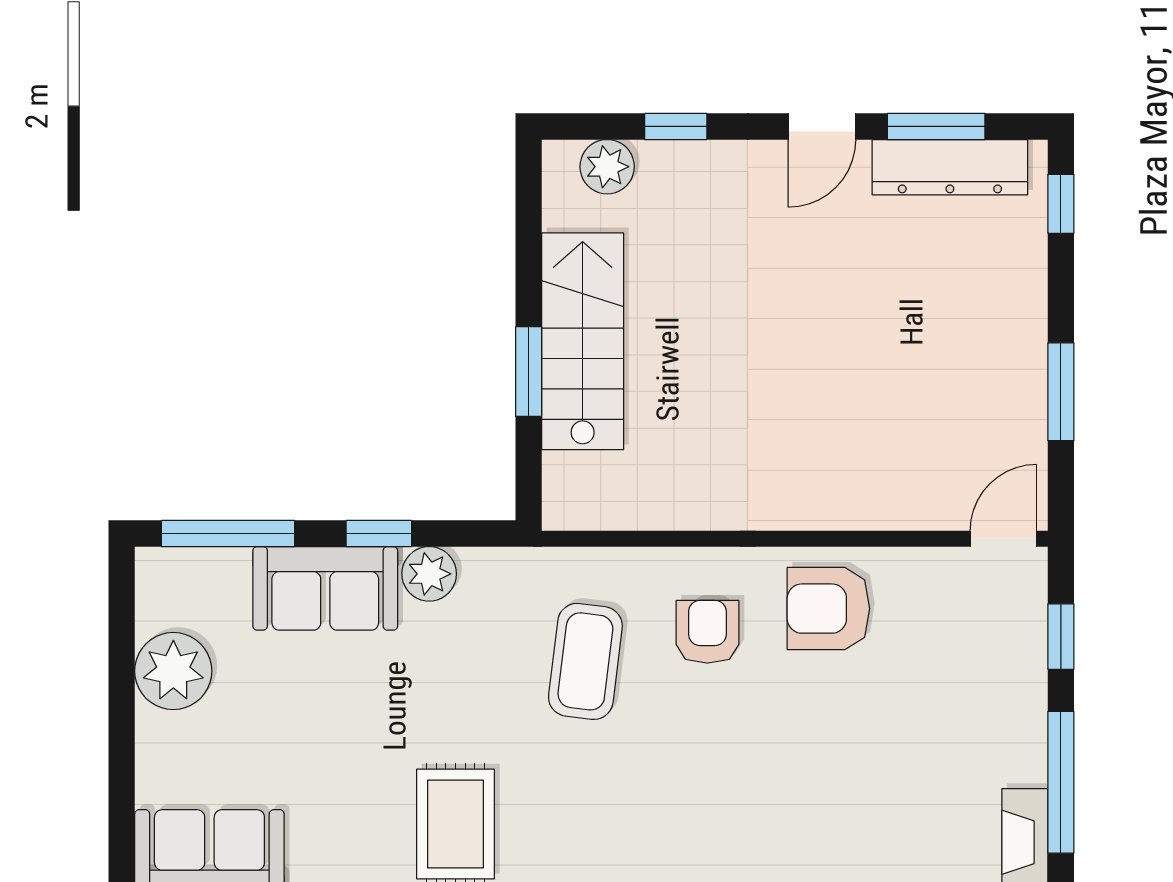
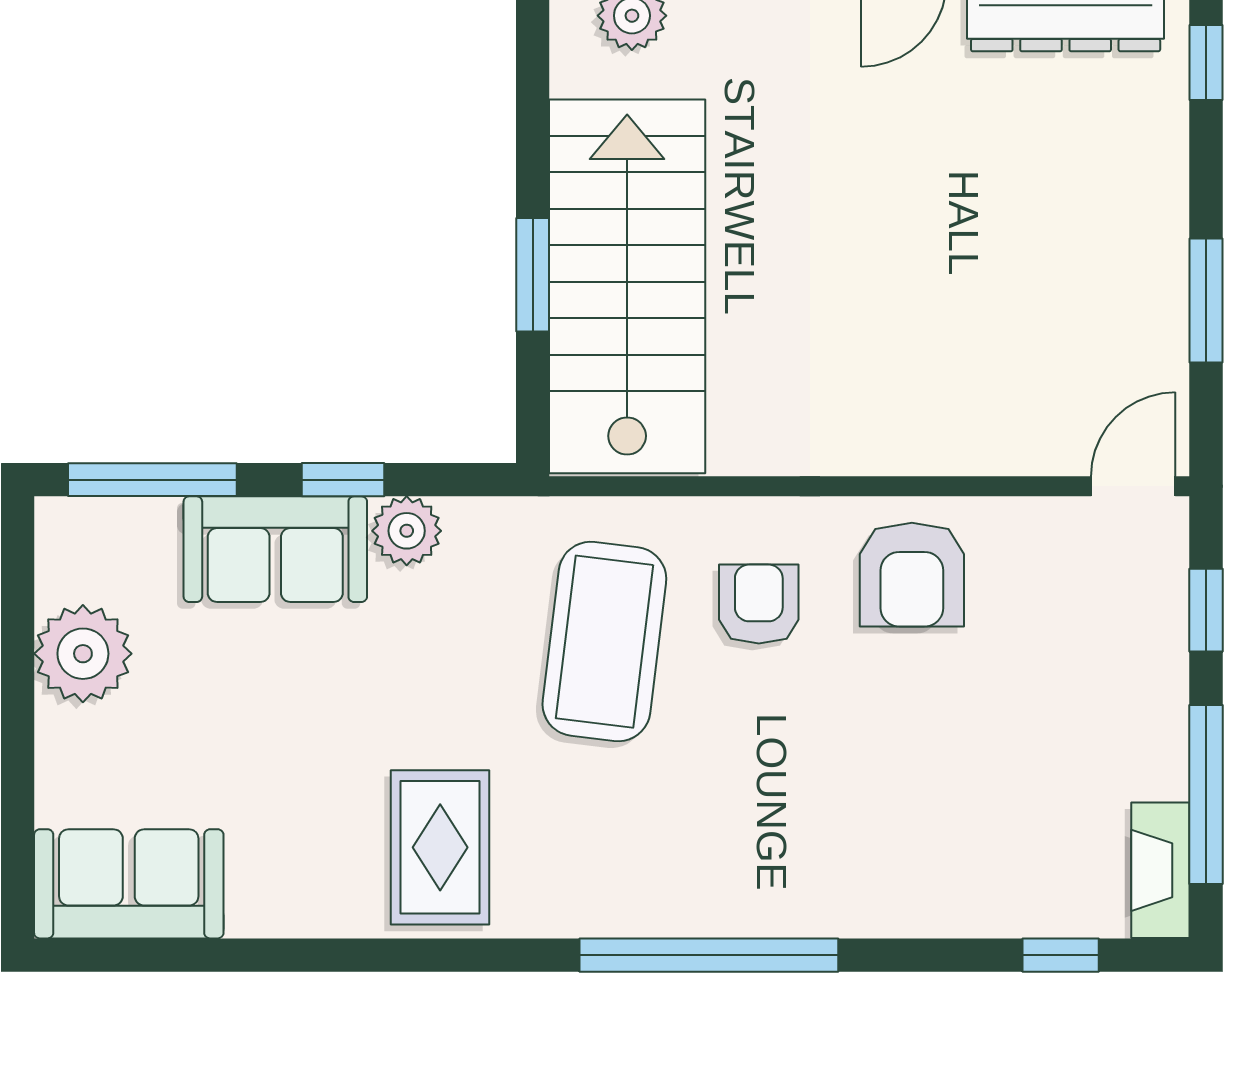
stairs: (583, 341) -> (627, 286), width x1.36, depth x1.51
armchair: (828, 609) -> (912, 575), turned -90
coffee table: (585, 661) -> (604, 642), width x1.36, depth x1.32

